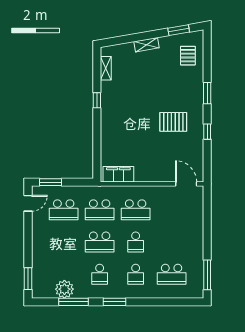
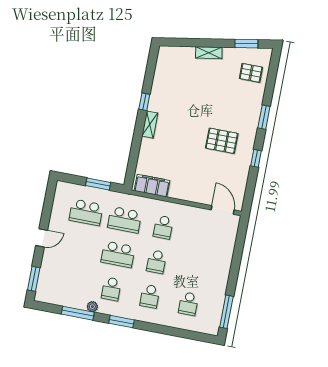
pallet: (188, 56) -> (251, 73), turned 90
shelving: (106, 68) -> (150, 125), moved
window: (51, 182) -> (98, 184), moved
door: (28, 203) -> (42, 238), moved
school desk: (136, 210) -> (163, 227), width x0.54
school desk: (172, 274) -> (188, 304), width x0.54
plant: (64, 289) -> (92, 307), moved, width x0.53, depth x0.53

